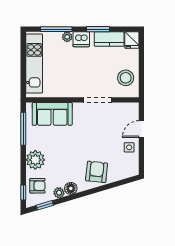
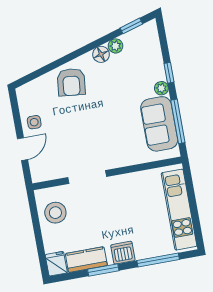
plant: (67, 37) -> (142, 253), removed
sofa: (52, 114) -> (159, 124), moved, turned -90
plant: (35, 160) -> (161, 88), width x0.53, depth x0.53
armchair: (37, 186) -> (145, 50), removed
window: (23, 193) -> (169, 73), moved

